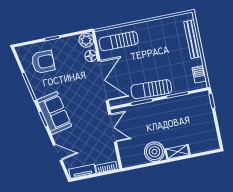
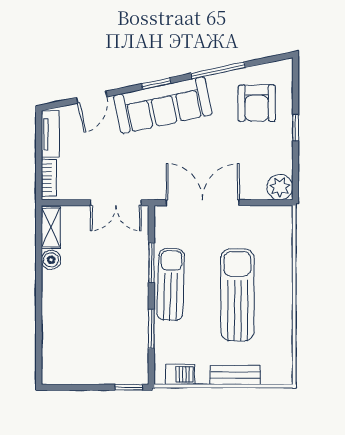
bench: (193, 39) -> (235, 375), width x0.73
sun lounger: (119, 41) -> (237, 295), moved, width x1.36, depth x1.34
floor lamp: (91, 56) -> (251, 190), removed
double door: (103, 81) -> (203, 203), swing flipped
sofa: (54, 113) -> (163, 105), width x1.36
boiler: (154, 152) -> (51, 260), width x0.54, depth x0.54
shelving: (178, 152) -> (51, 227), moved

